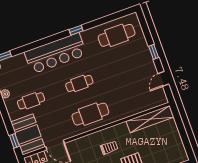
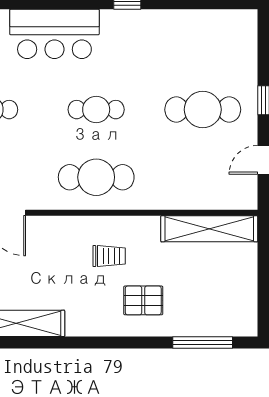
cafe table: (117, 35) -> (203, 110), moved
bar counter: (55, 53) -> (54, 34), width x0.73

